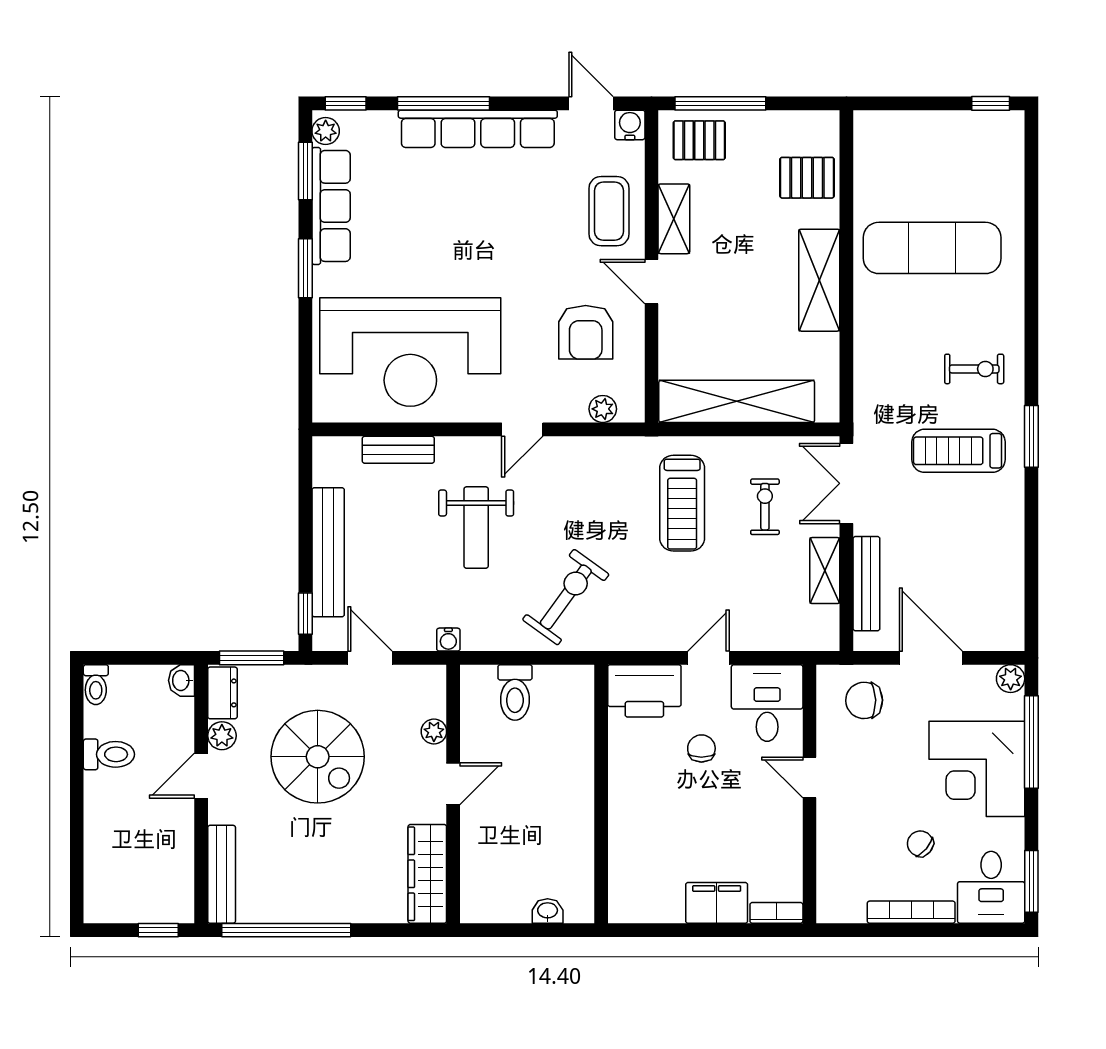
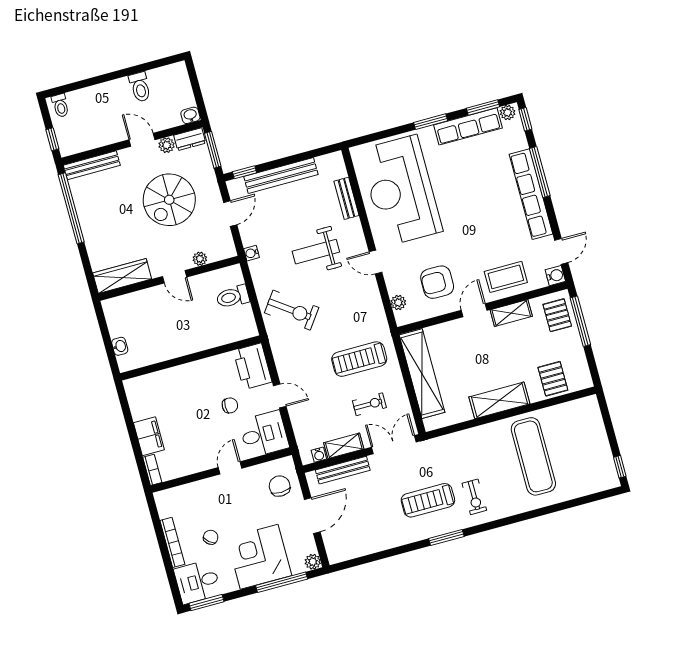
treadmill: (958, 451) -> (428, 500), turned -90
water cooler: (828, 618) -> (319, 455), added
toilet: (96, 685) -> (60, 106), moved, turned -90

